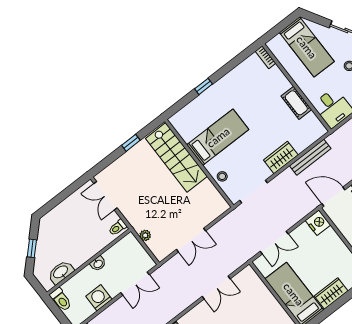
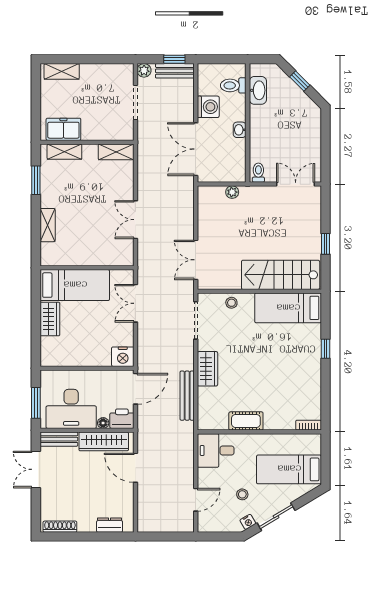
bed: (218, 137) -> (288, 308), moved, turned 90
double door: (191, 240) -> (196, 260), moved
double door: (135, 284) -> (196, 149), width x1.37
toilet: (61, 300) -> (233, 85), moved

